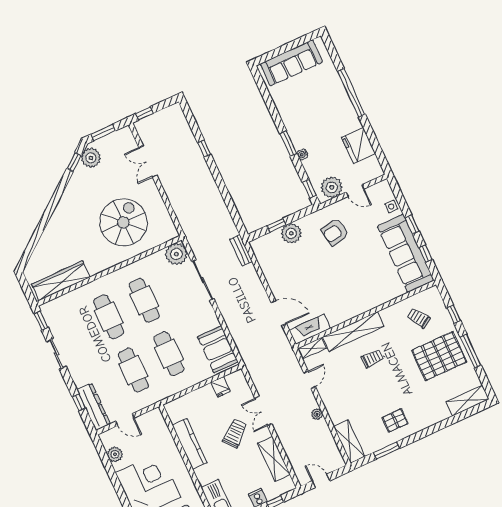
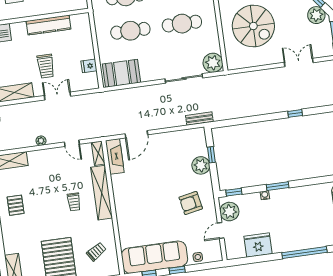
armchair: (335, 232) -> (191, 203), turned -90
trolley: (235, 433) -> (46, 66), turned 40

